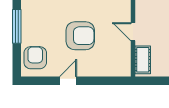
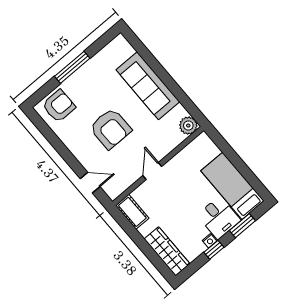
cot: (143, 60) -> (132, 212), moved, turned 90
door: (68, 81) -> (90, 183), moved

